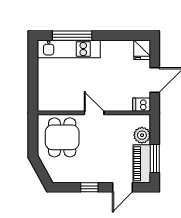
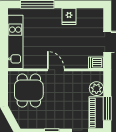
kitchen unit: (69, 49) -> (15, 42), moved, turned -90
fridge: (142, 50) -> (69, 16), moved

